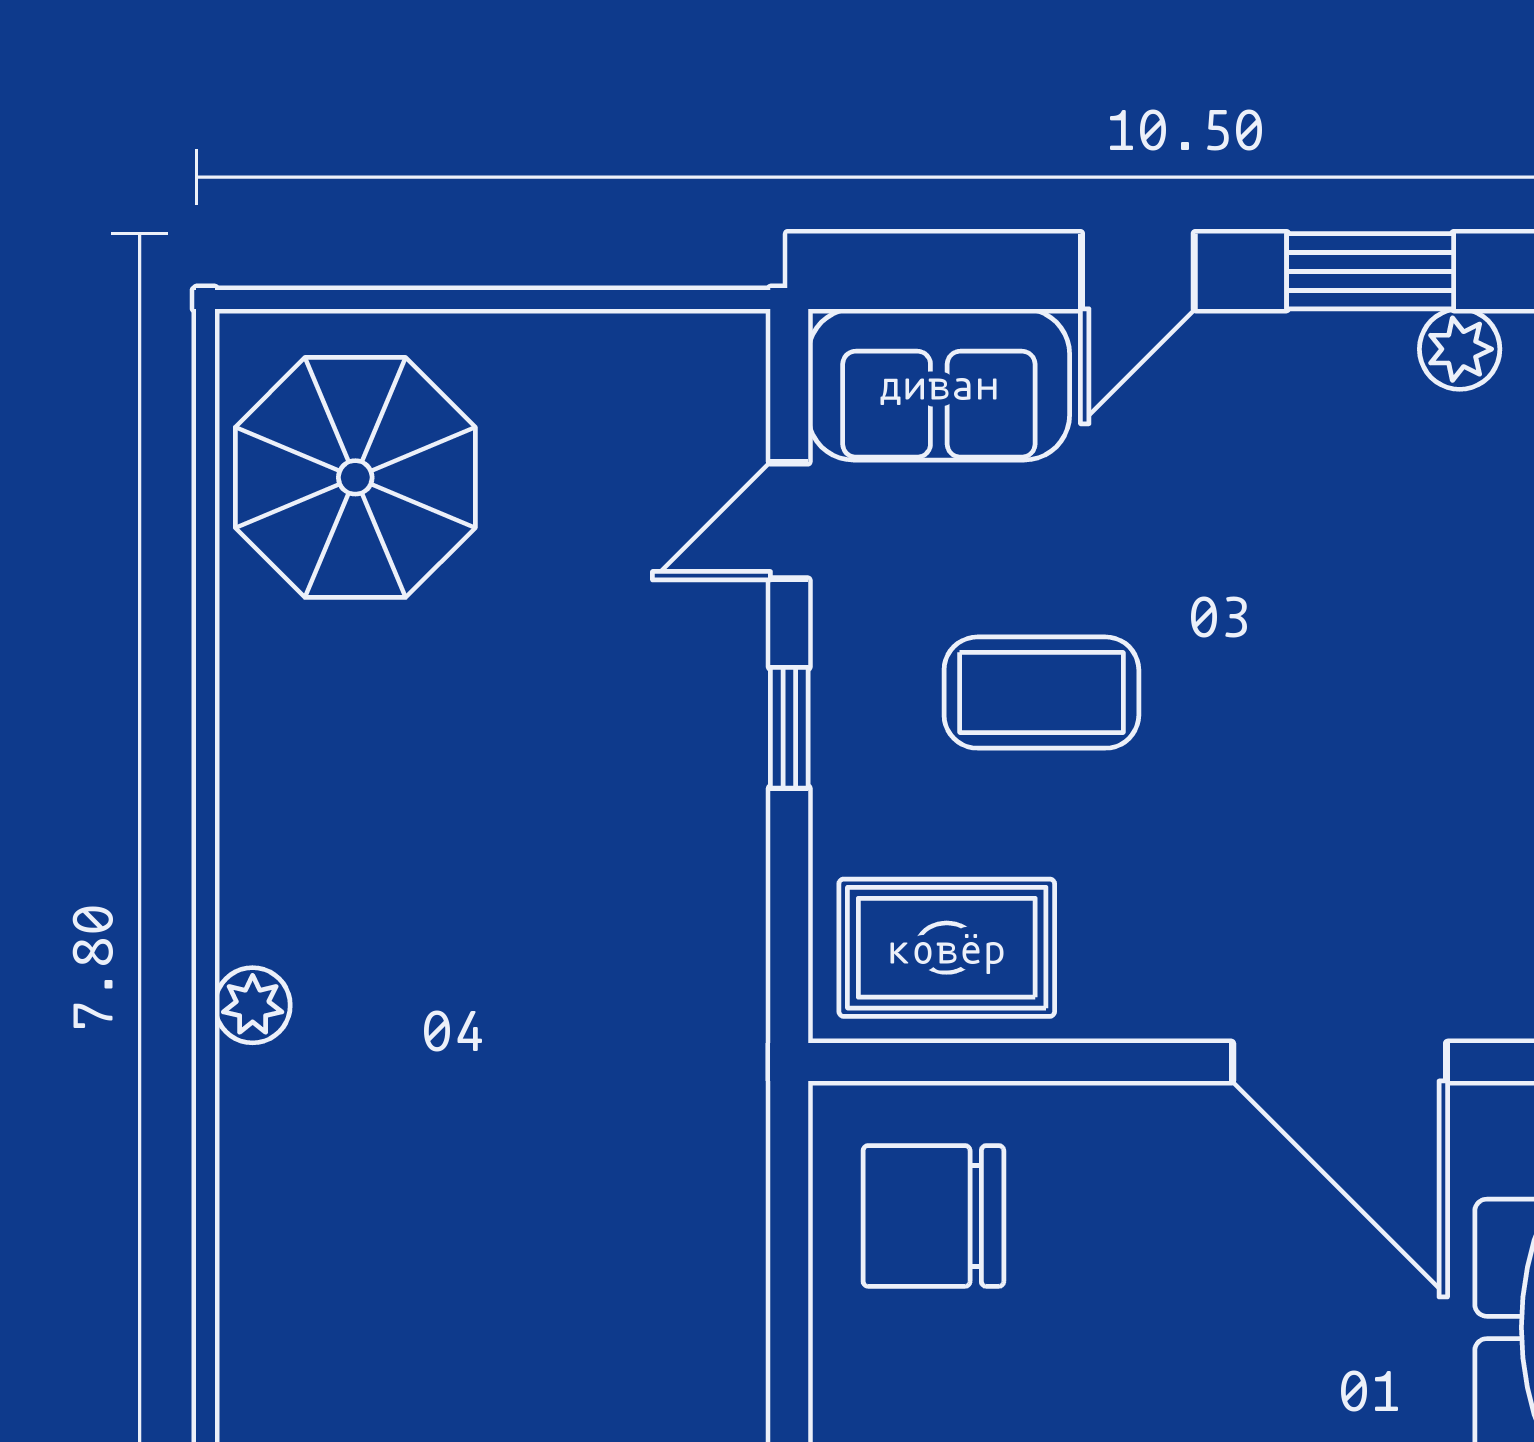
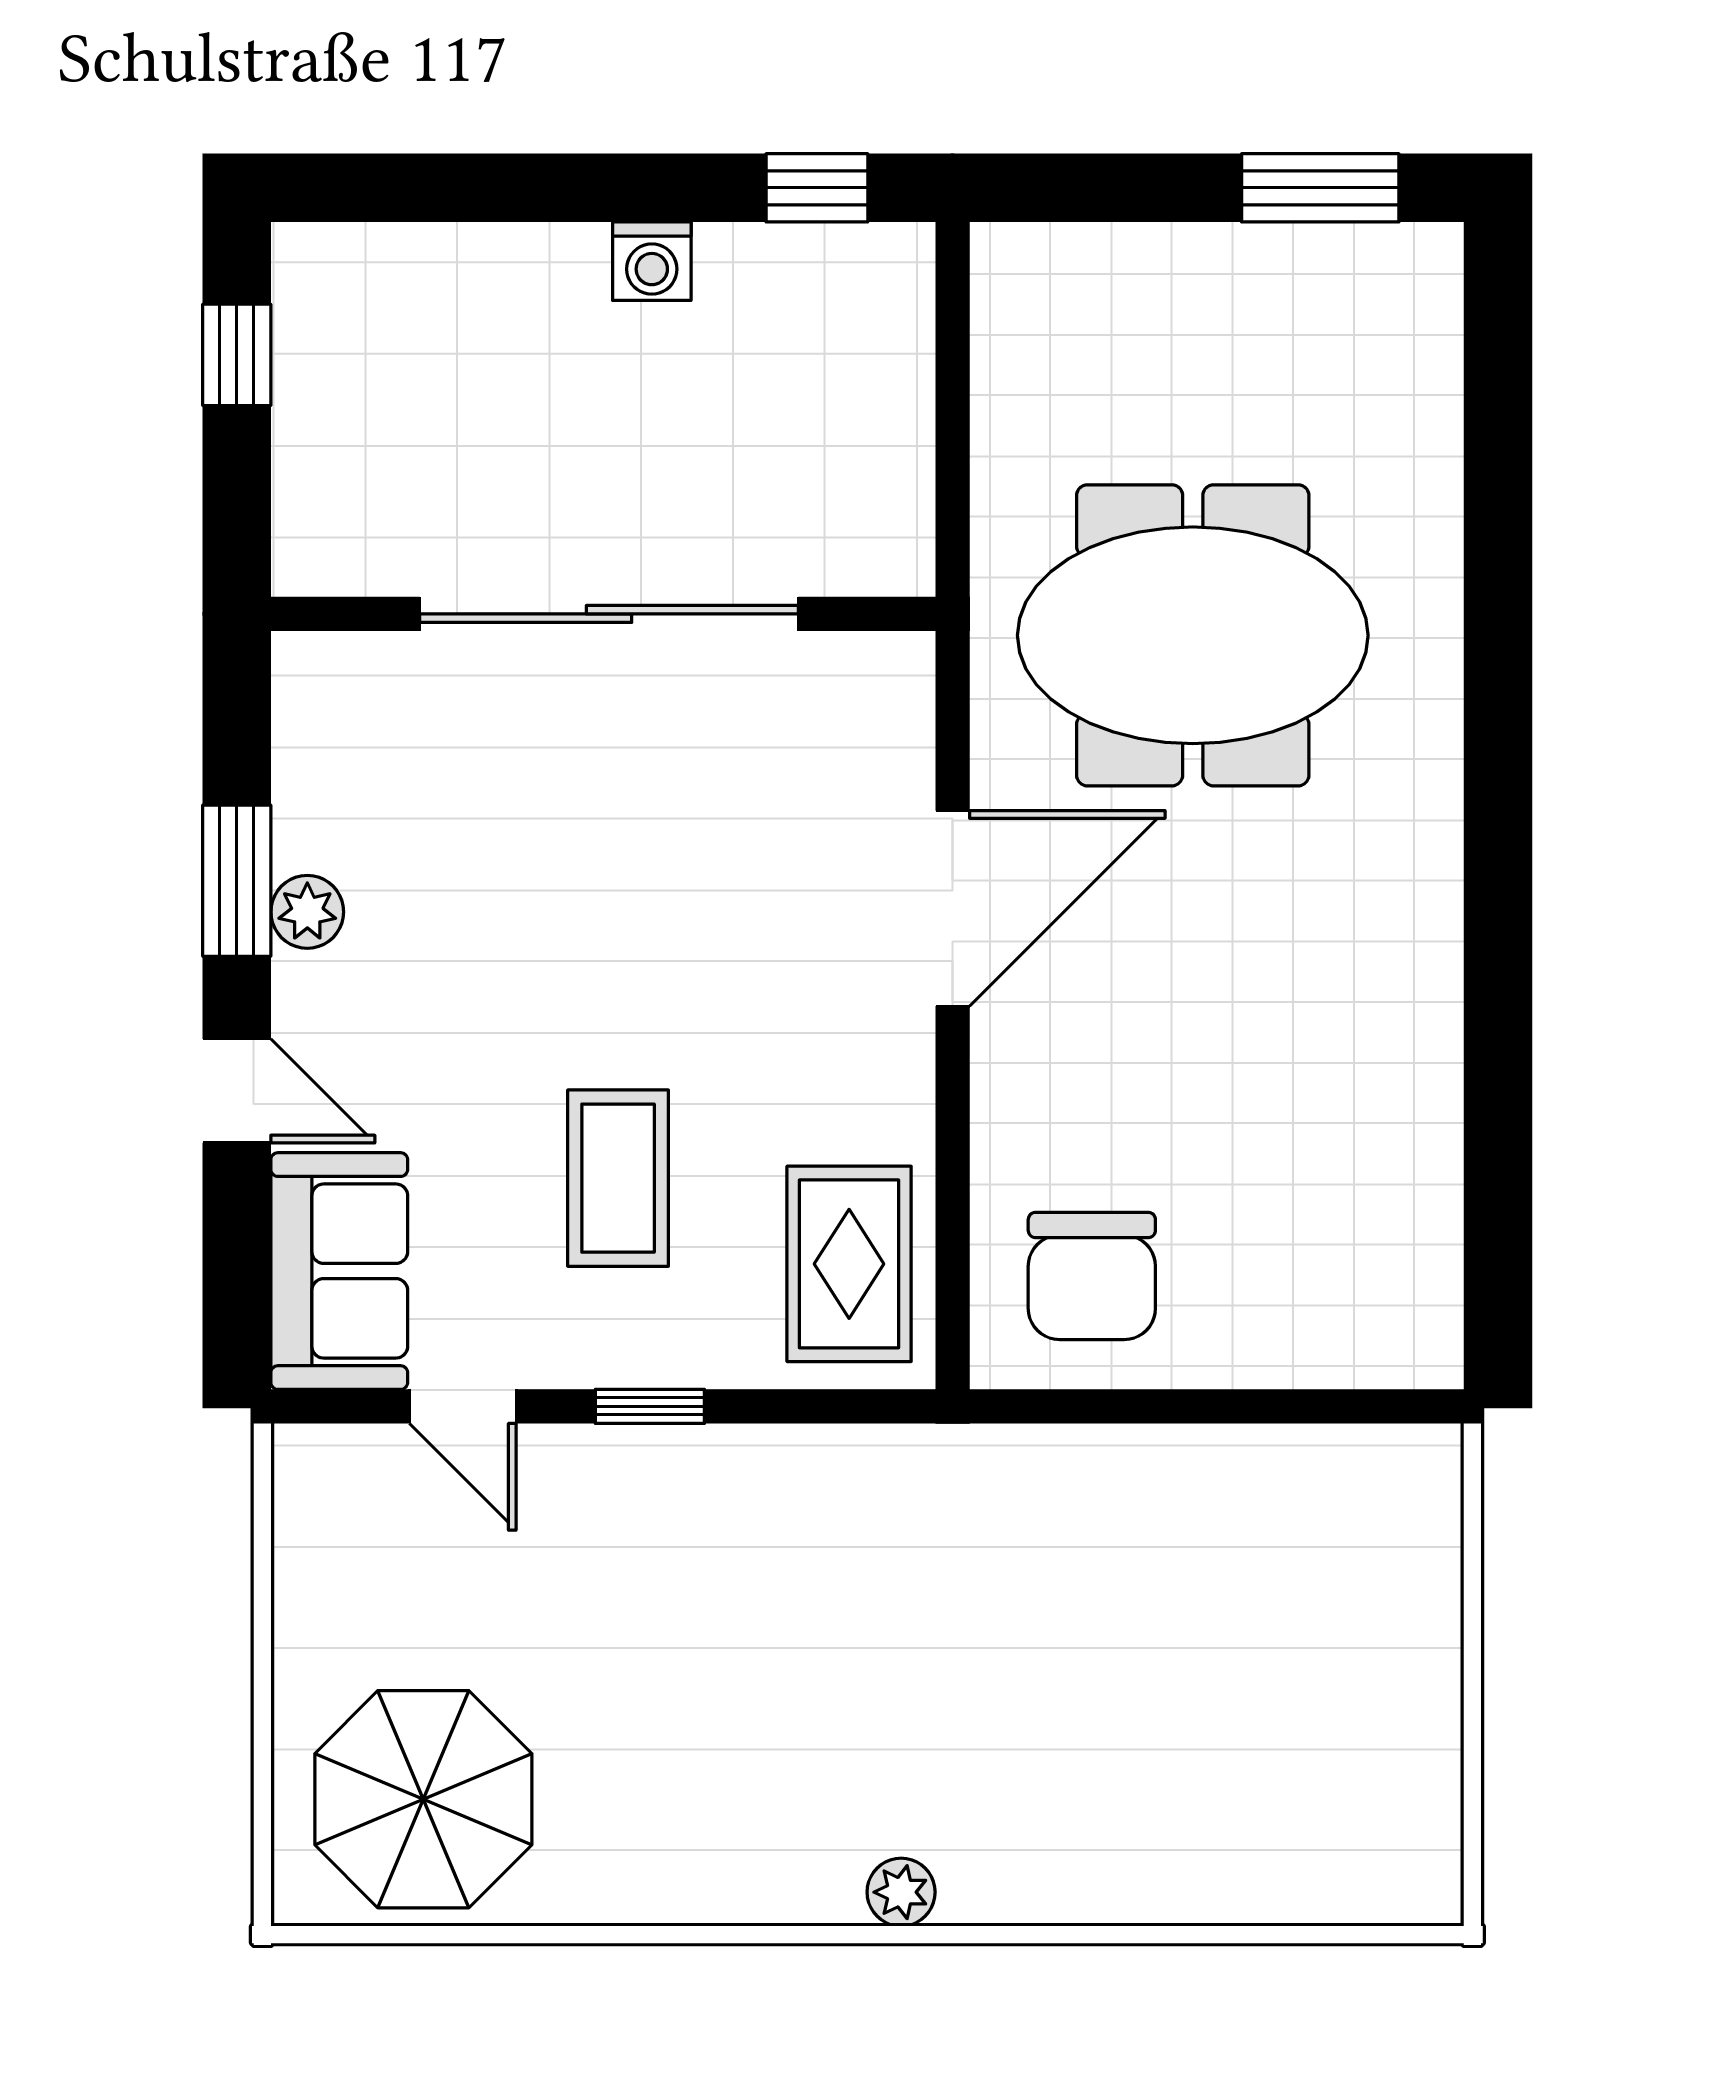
plant: (1460, 349) -> (307, 912), moved

